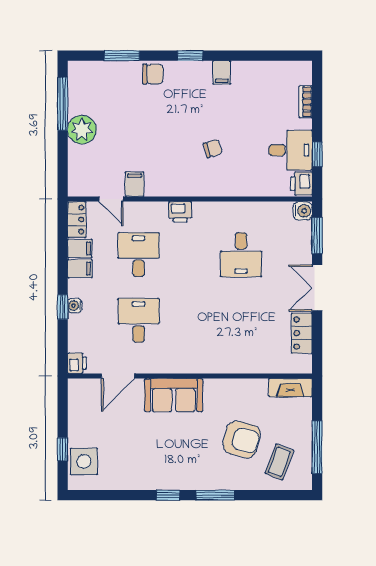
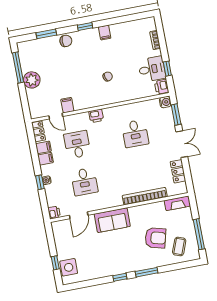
double door: (317, 288) -> (182, 144), swing flipped
desk: (139, 320) -> (84, 182), turned 180
bookcase: (237, 365) -> (145, 196), added

